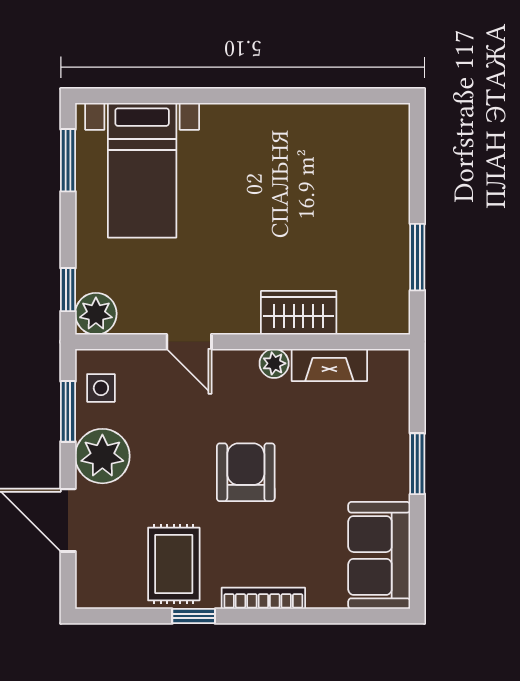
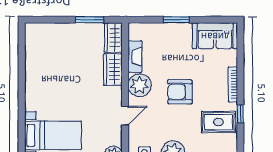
wardrobe: (375, 314) -> (113, 38), added
plant: (274, 363) -> (140, 85), width x1.88, depth x1.88

